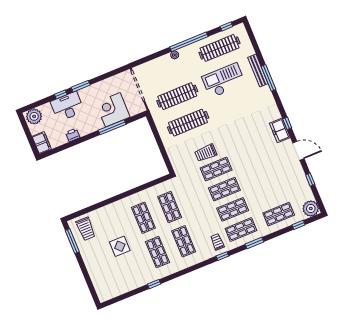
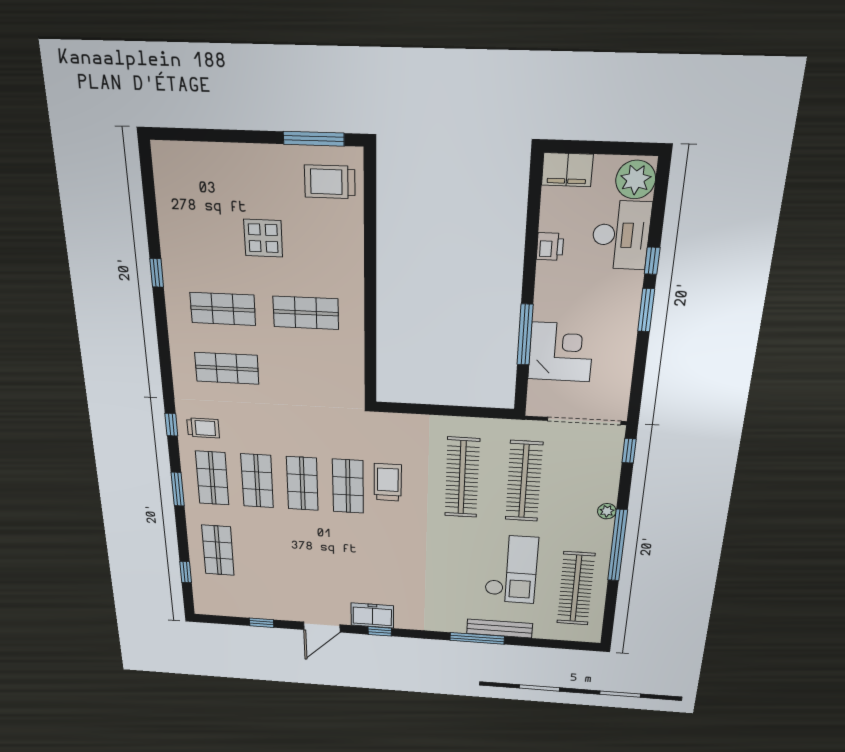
window: (226, 26) -> (629, 451), moved
desk: (67, 106) -> (621, 235), moved
shop shelf: (170, 207) -> (308, 372), removed
plant: (311, 208) -> (209, 602), removed

